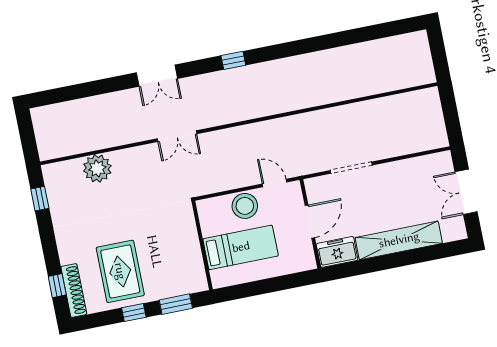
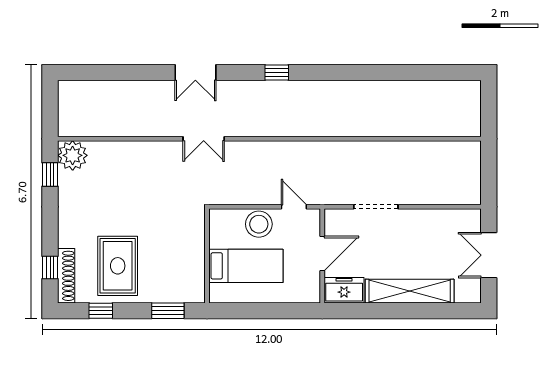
plant: (97, 168) -> (73, 155), moved
window: (134, 313) -> (101, 311), moved

